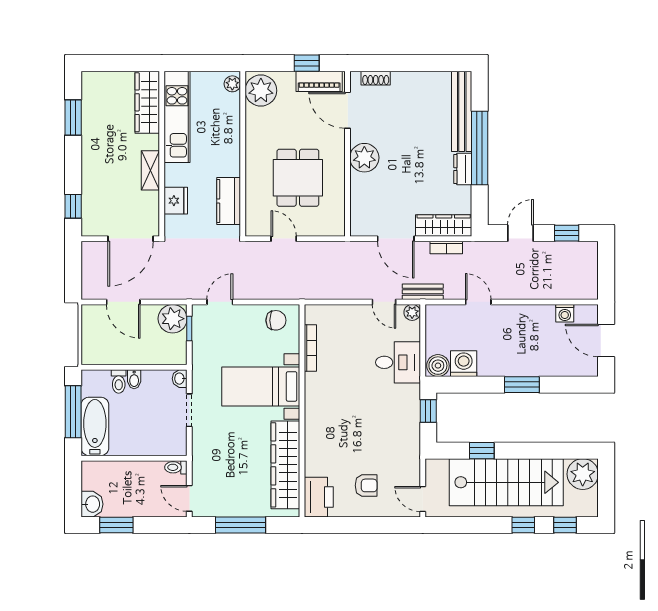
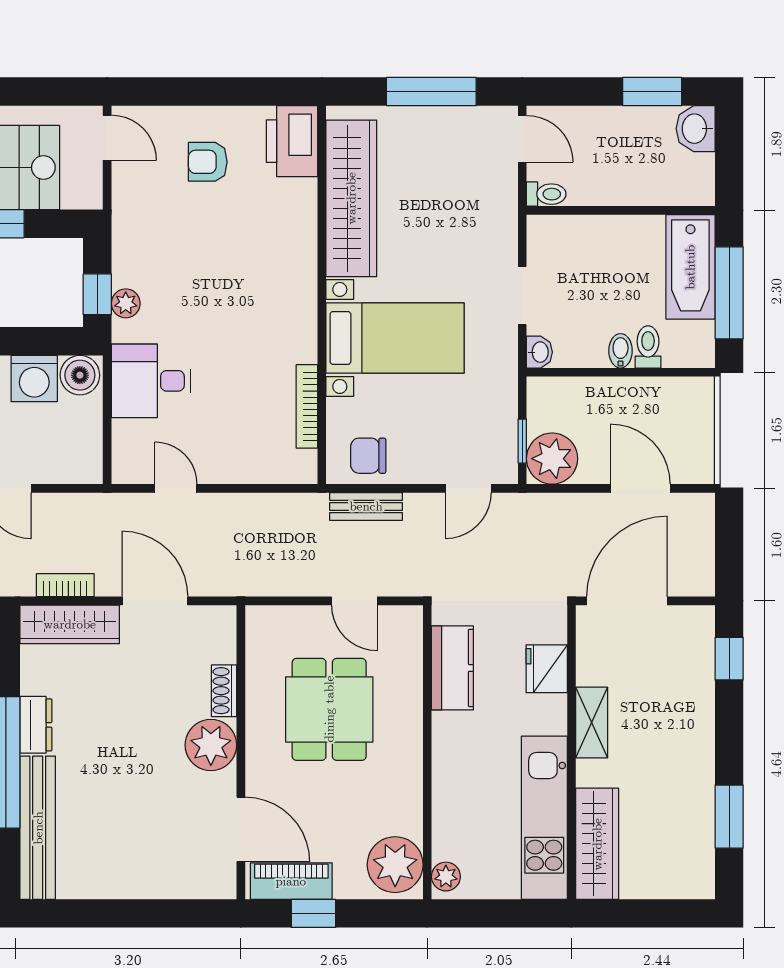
shoe rack: (376, 78) -> (224, 691), moved, turned -90
bench: (423, 292) -> (366, 506), moved
plant: (412, 312) -> (126, 303), moved

